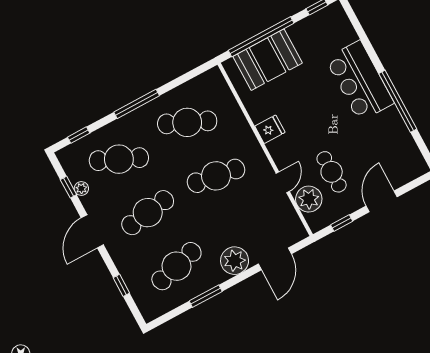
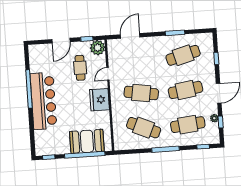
bar counter: (360, 81) -> (43, 101), width x1.36
fridge: (270, 129) -> (99, 100), width x1.88, depth x1.34
cafe table: (119, 159) -> (188, 125), turned -30
plant: (309, 199) -> (98, 48), moved
plant: (235, 261) -> (152, 44), removed

